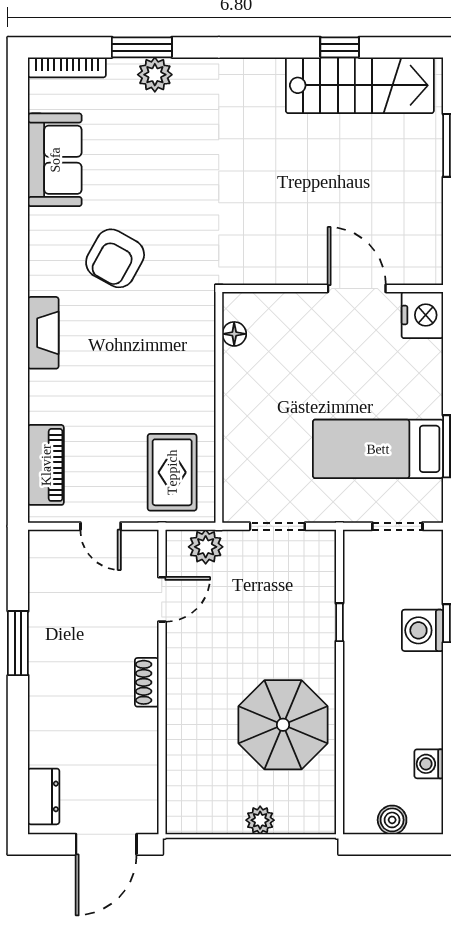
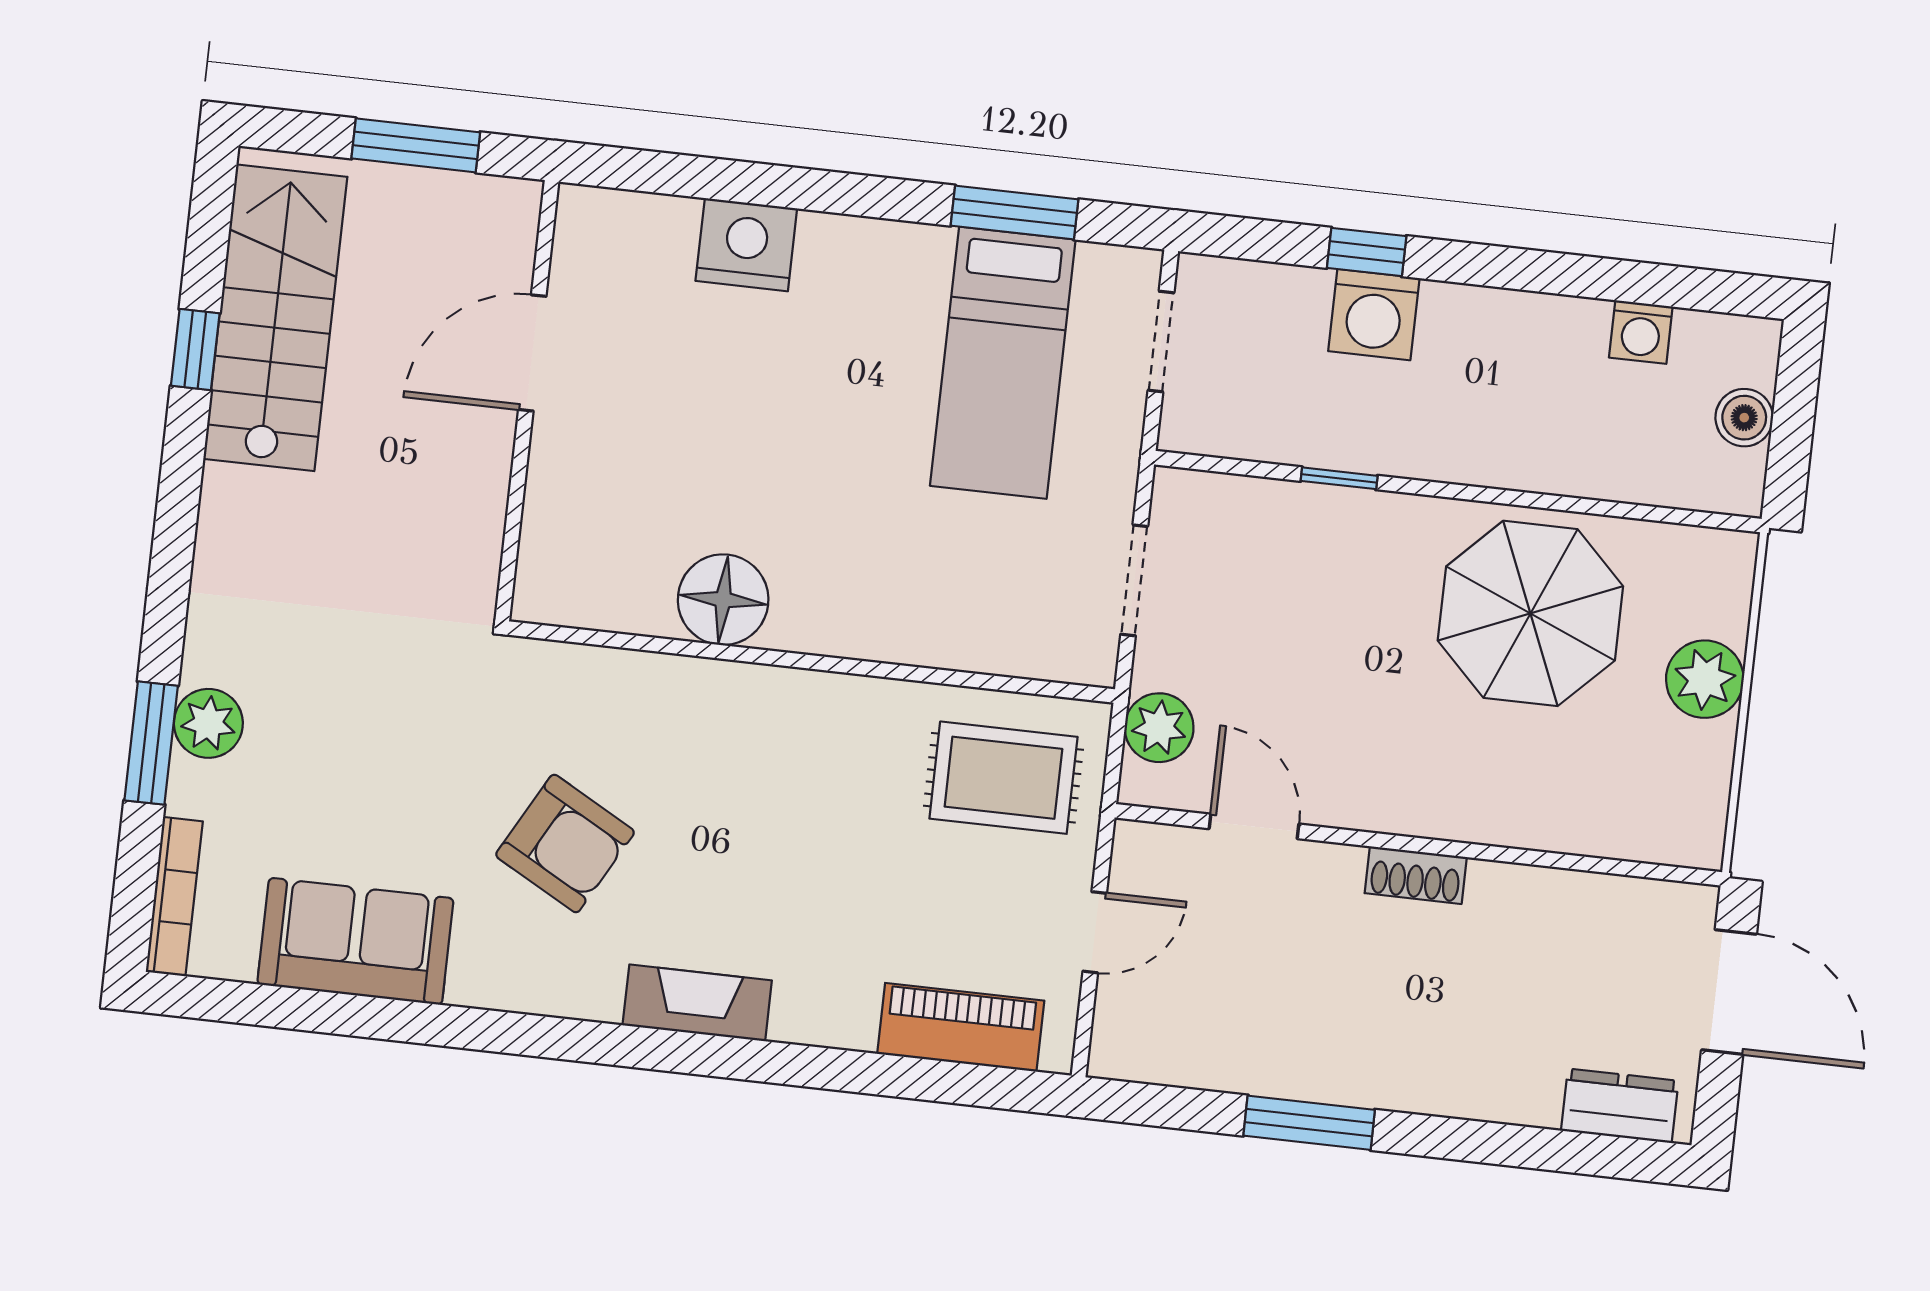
wall: (333, 288) -> (527, 401), moved
door: (357, 288) -> (532, 353), moved
floor lamp: (234, 334) -> (723, 600), width x1.89, depth x1.89
plant: (260, 820) -> (1705, 679), width x1.38, depth x1.38

